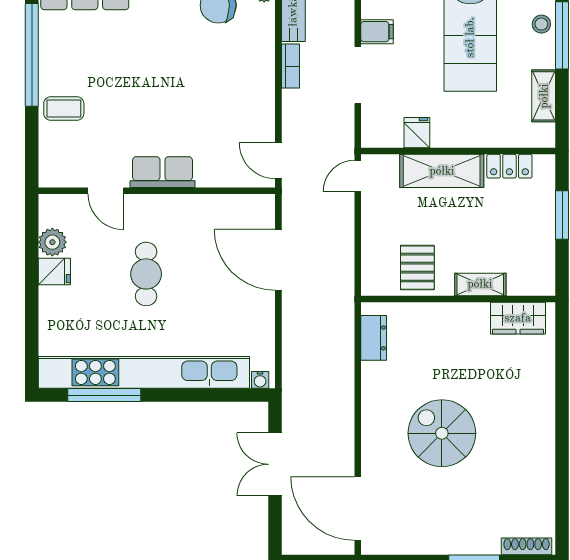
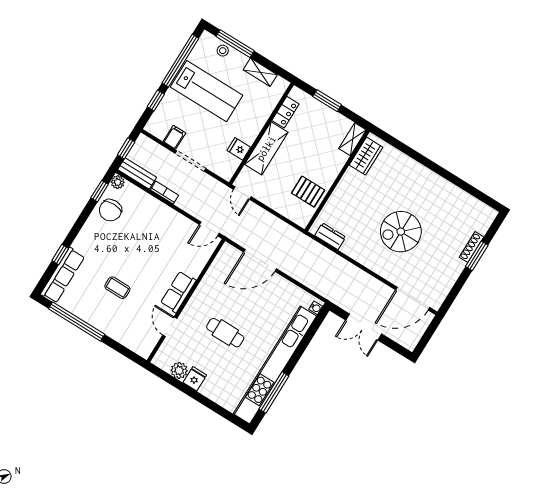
coffee table: (64, 108) -> (117, 288), moved, turned 90
door: (106, 191) -> (170, 327), swing flipped
shelving: (480, 284) -> (353, 139), moved
shoe rack: (527, 546) -> (471, 247), moved

